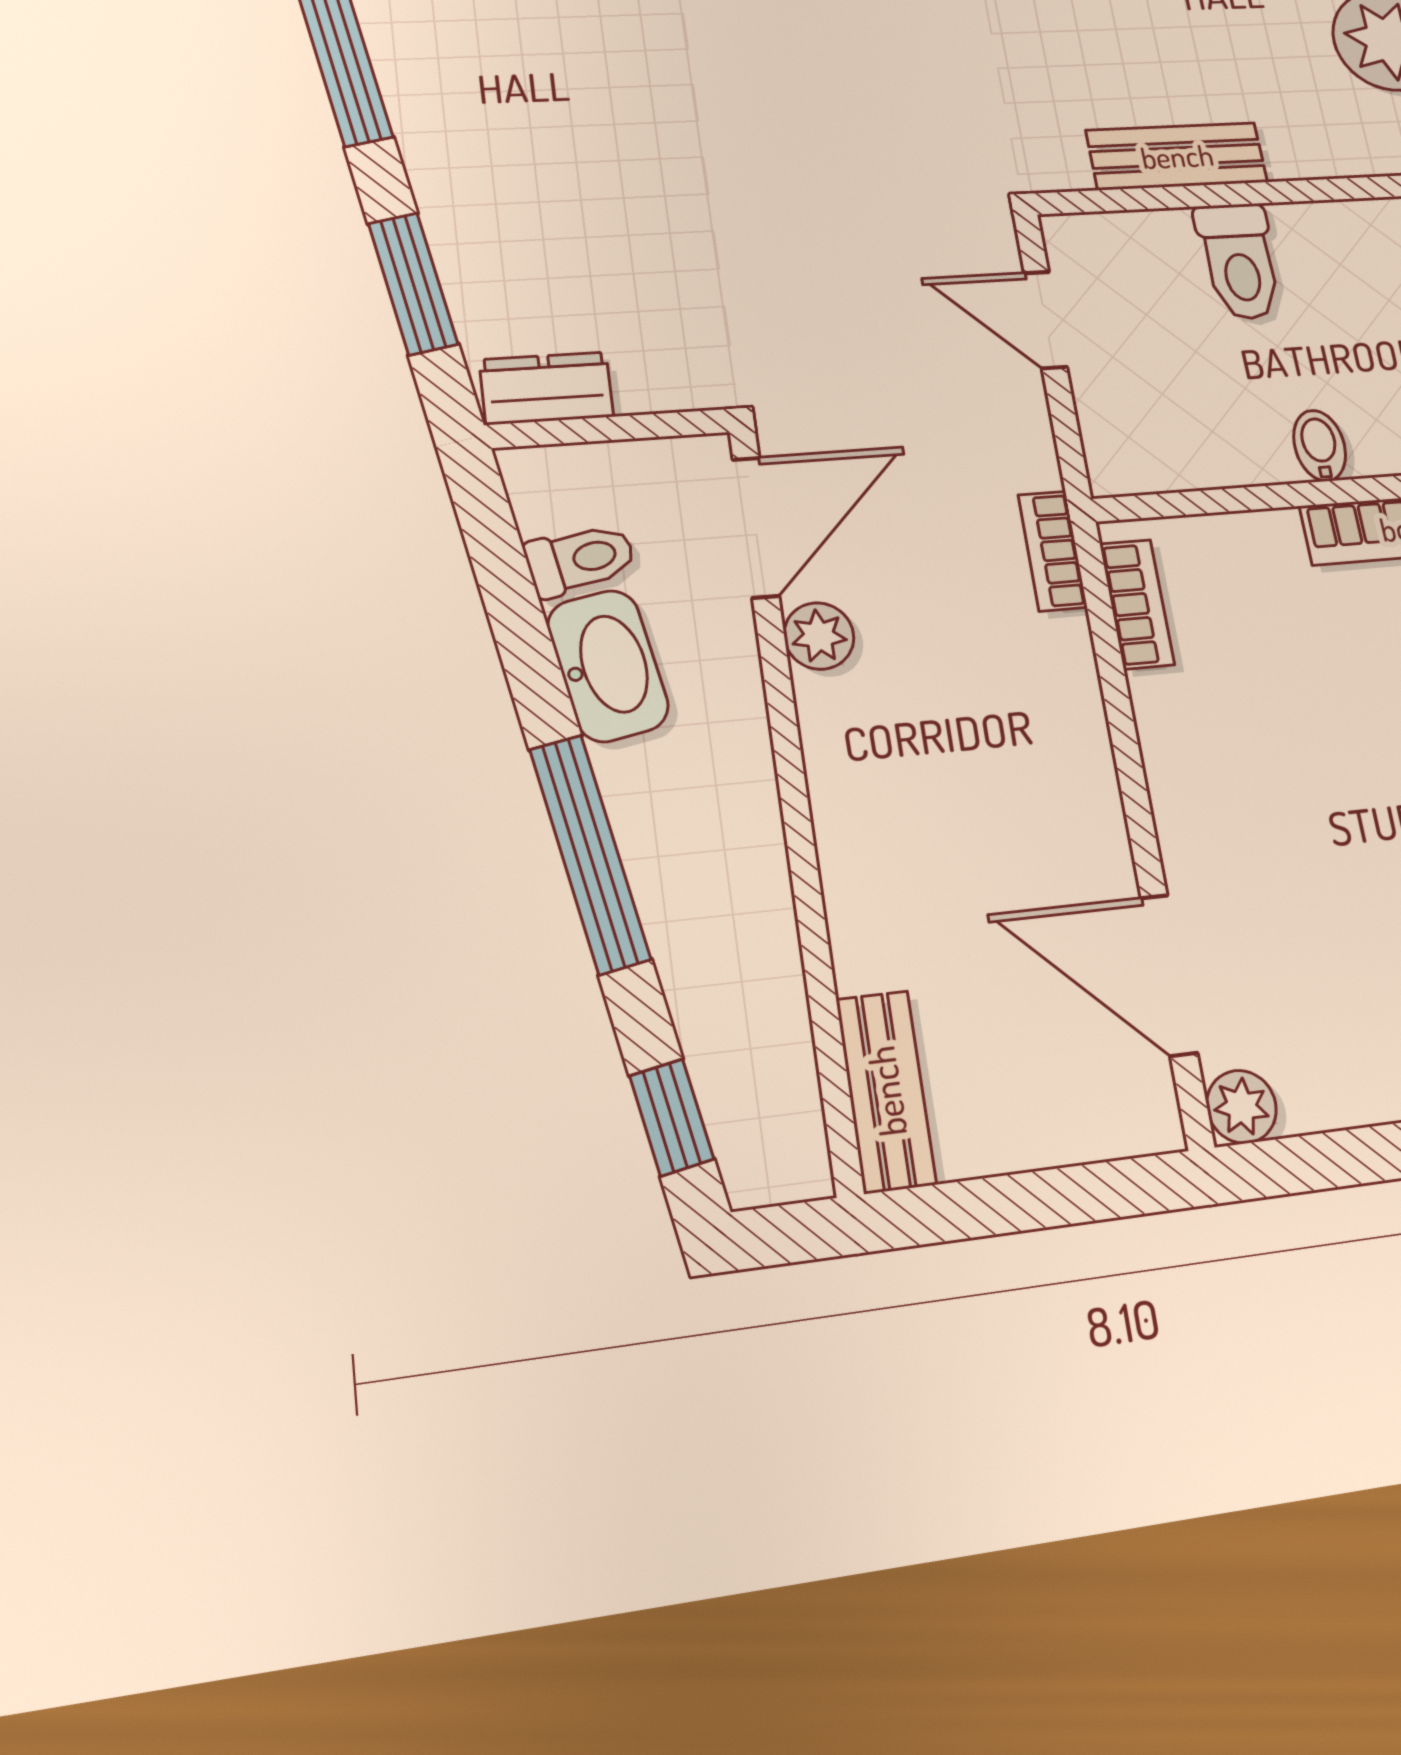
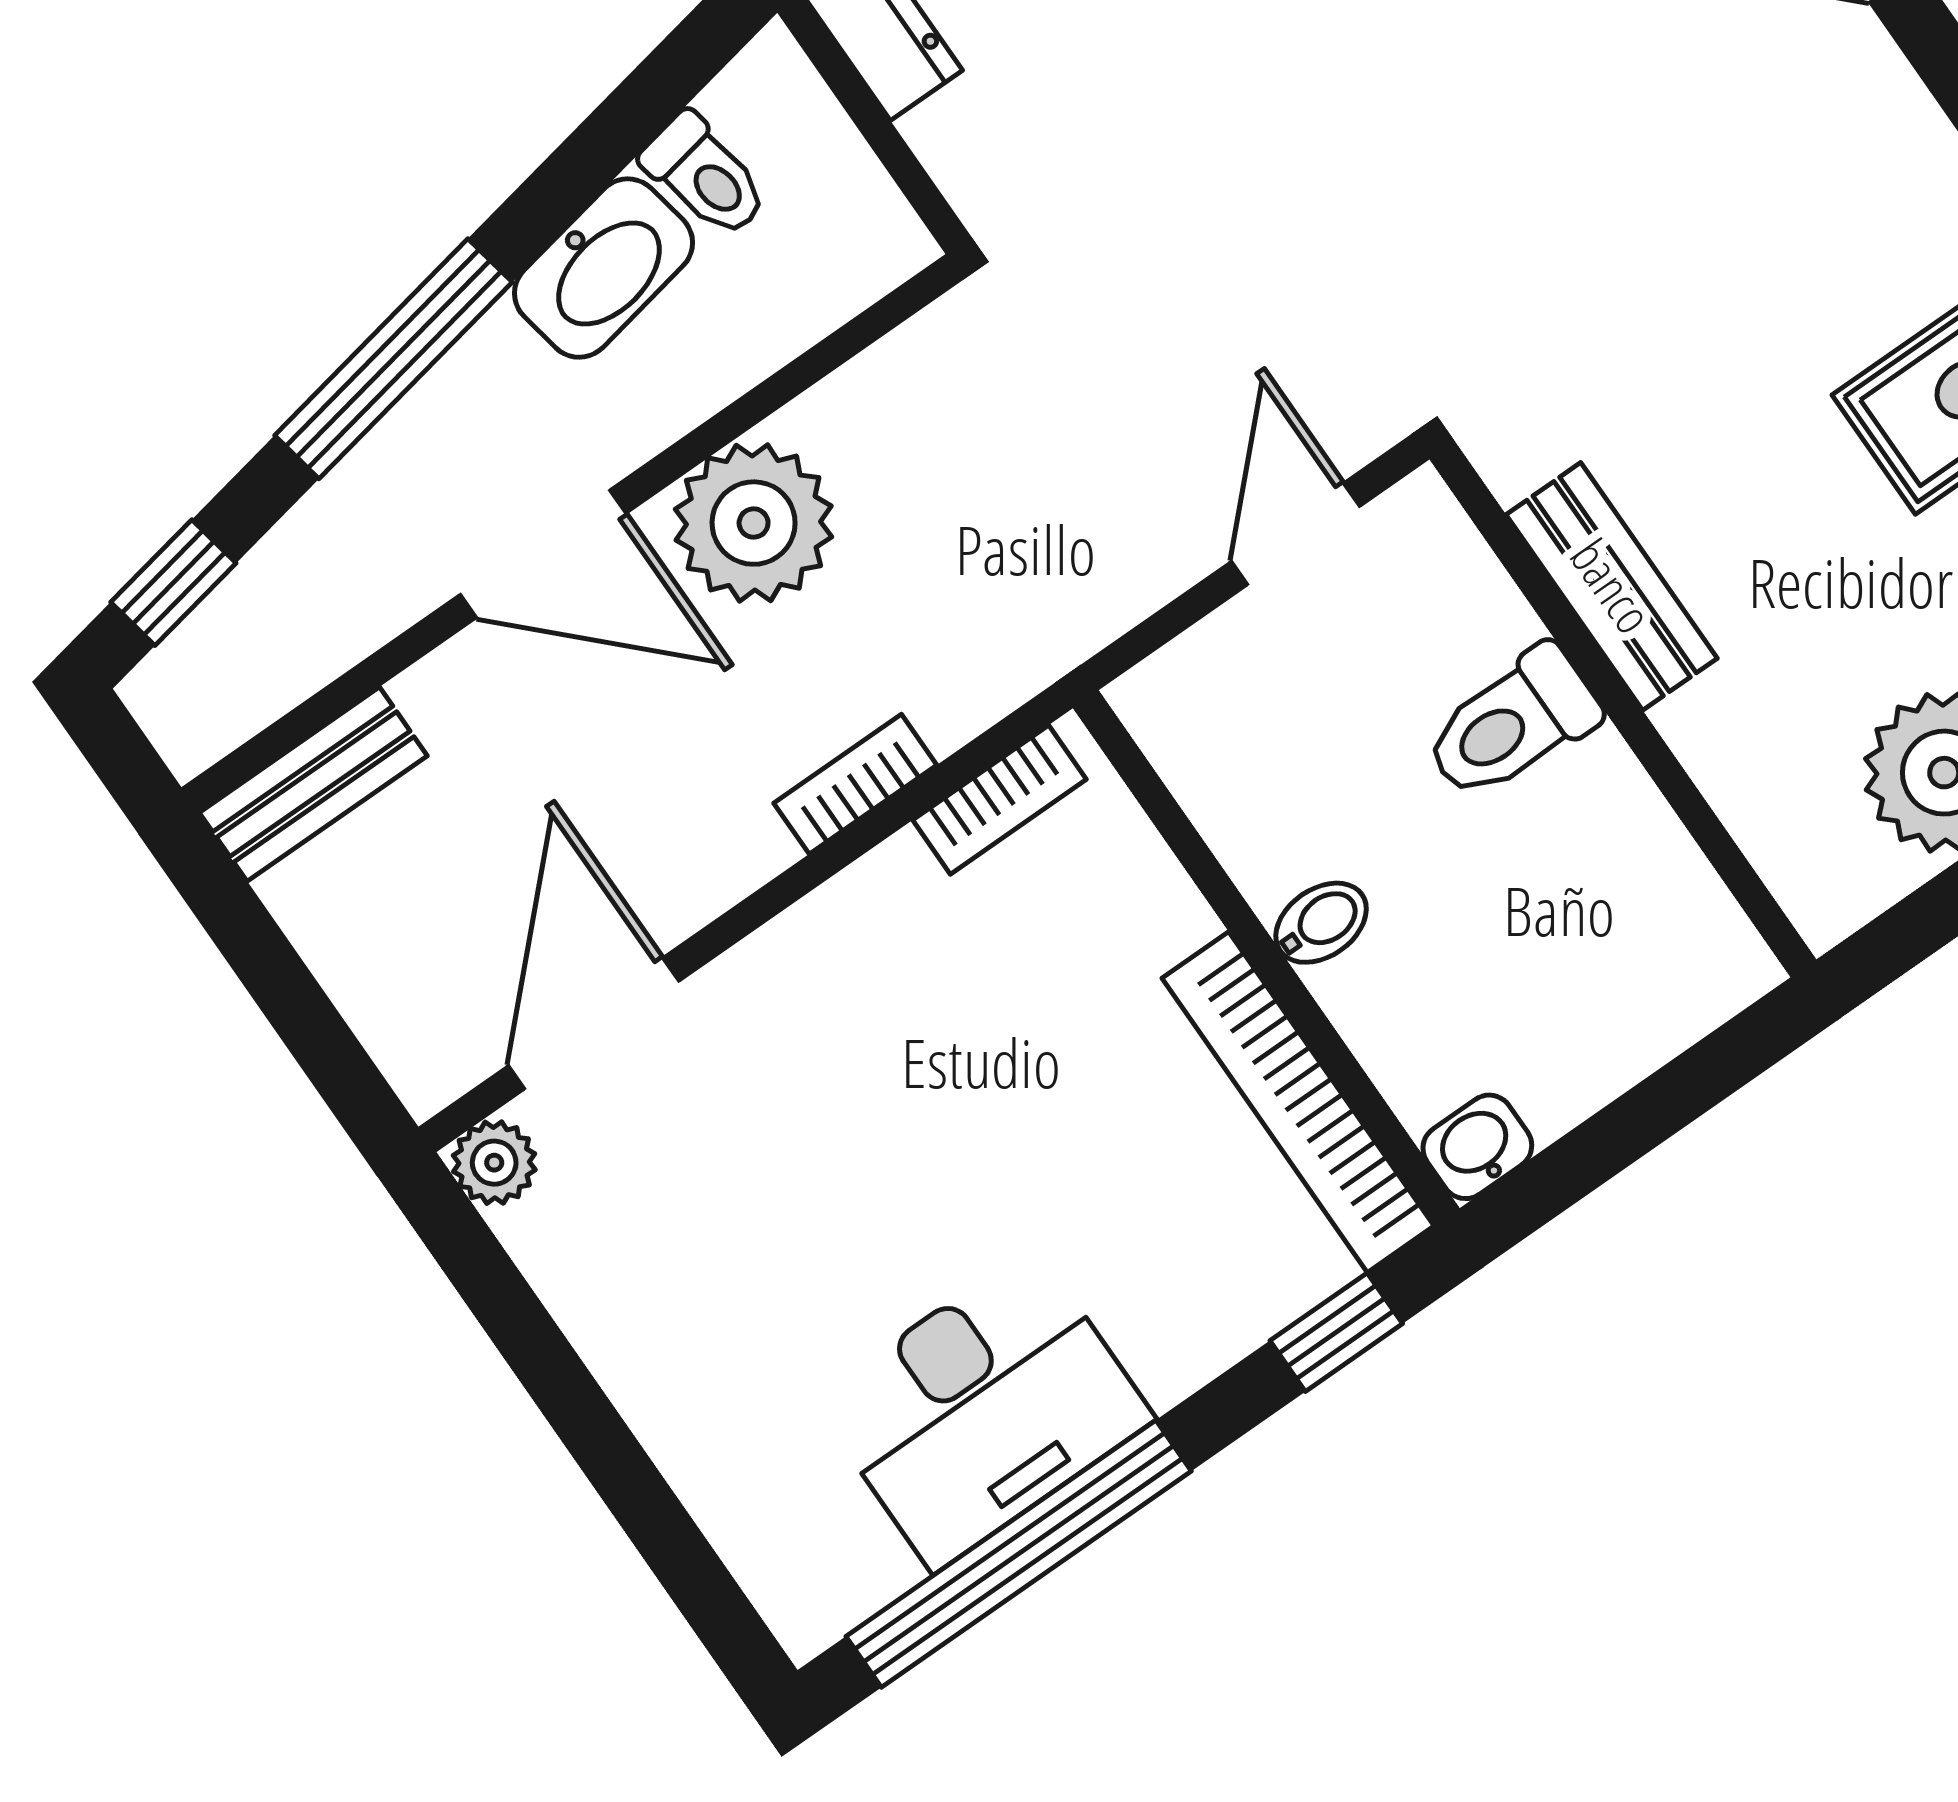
door: (756, 527) -> (543, 554), moved
bookcase: (1053, 551) -> (855, 784), moved
plant: (819, 636) -> (754, 523), width x1.88, depth x1.88

